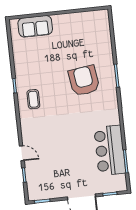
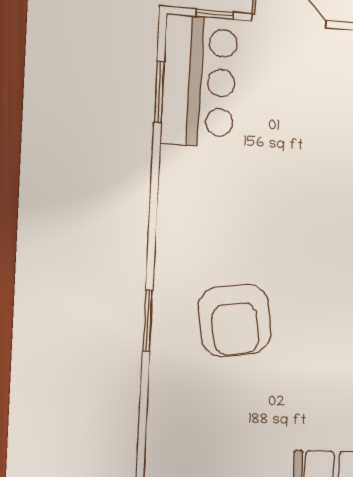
bar counter: (110, 150) -> (199, 81), moved

